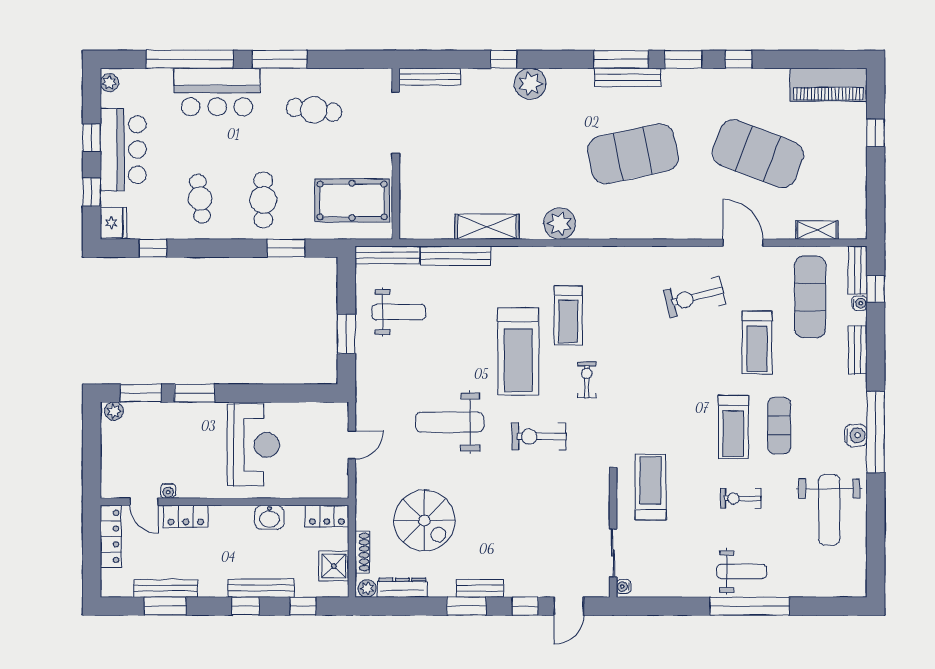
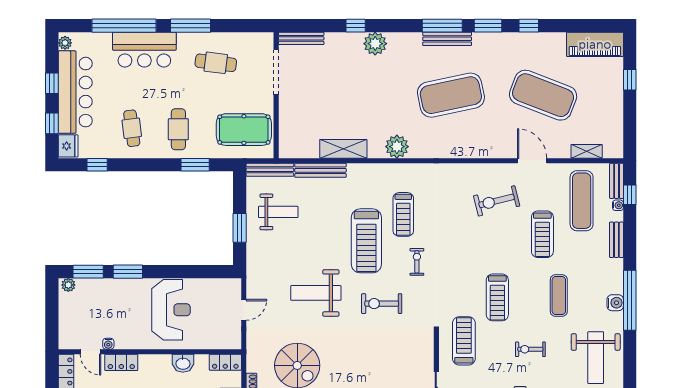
bar counter: (123, 150) -> (75, 92), width x1.36
treadmill: (733, 427) -> (497, 297), moved

